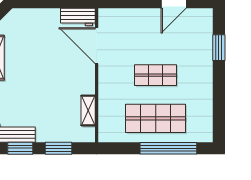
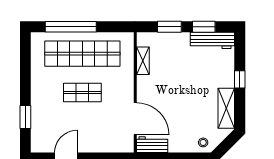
stool: (21, 19) -> (203, 142), added
shop shelf: (156, 118) -> (82, 54), width x1.40

